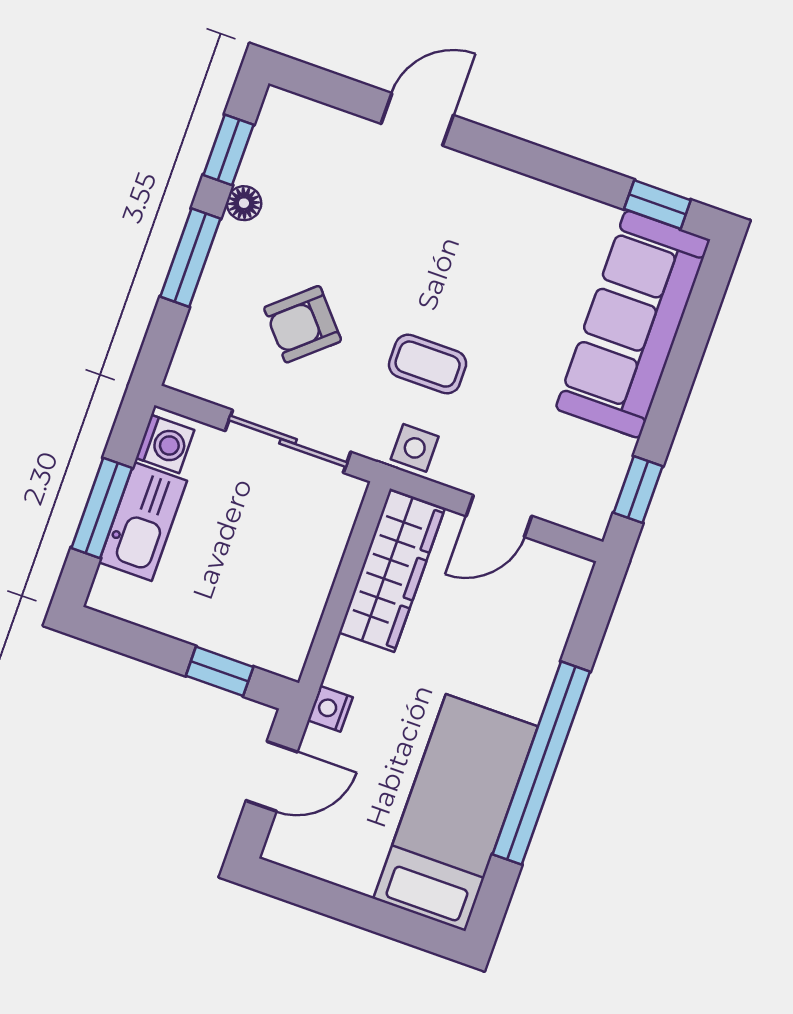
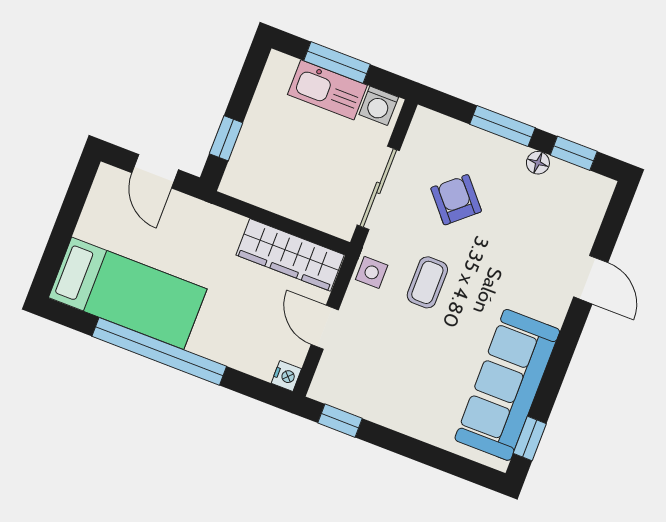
sofa: (633, 324) -> (507, 385), moved, turned -90
nightstand: (330, 709) -> (286, 376), moved, turned 90

